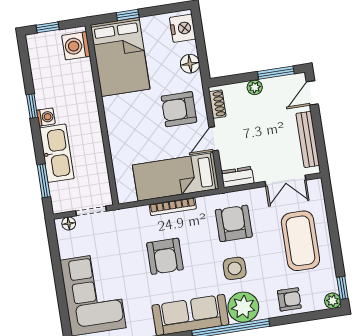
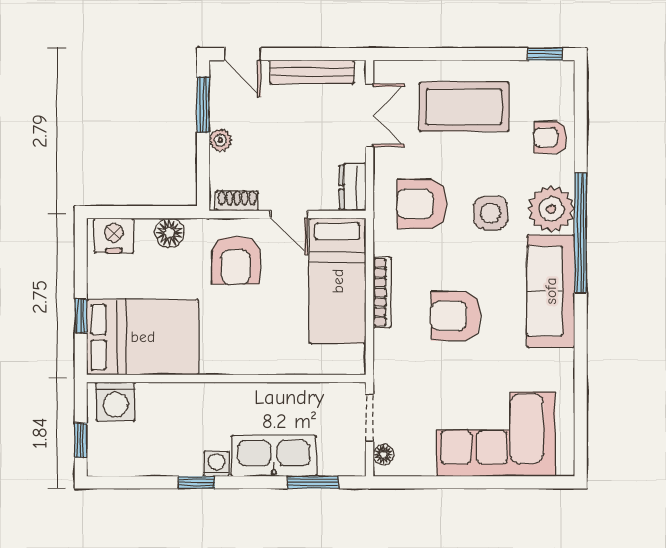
armchair: (165, 256) -> (456, 316), turned 180
armchair: (289, 299) -> (550, 137), turned -90
plant: (333, 301) -> (563, 72), removed

